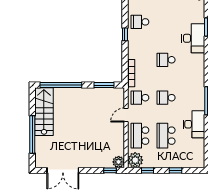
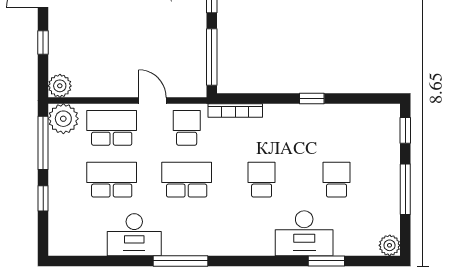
school desk: (140, 22) -> (337, 180), moved
window: (104, 85) -> (212, 57), width x1.44
school desk: (166, 98) -> (187, 180), width x1.85
window: (110, 170) -> (43, 43), moved
window: (147, 170) -> (43, 143), width x2.17

